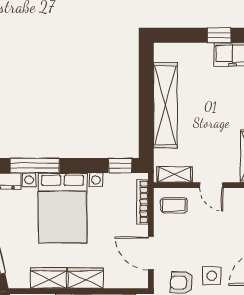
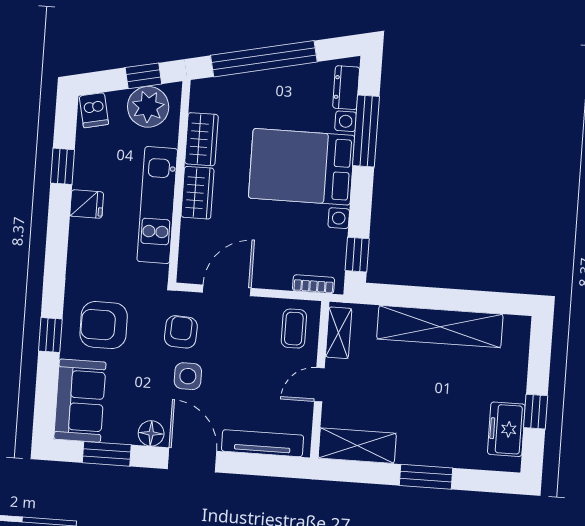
bookcase: (142, 202) -> (314, 284), width x0.64

